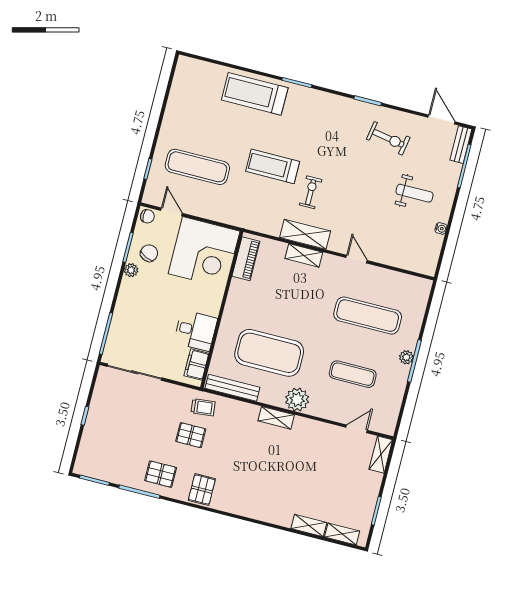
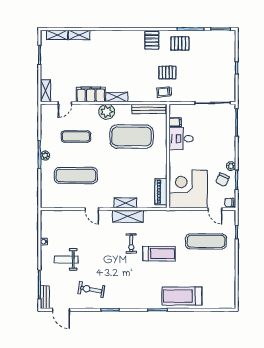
treadmill: (255, 94) -> (182, 296), turned 180
filing cabinet: (196, 364) -> (175, 122), width x0.50
filing cabinet: (314, 432) -> (91, 94), added

